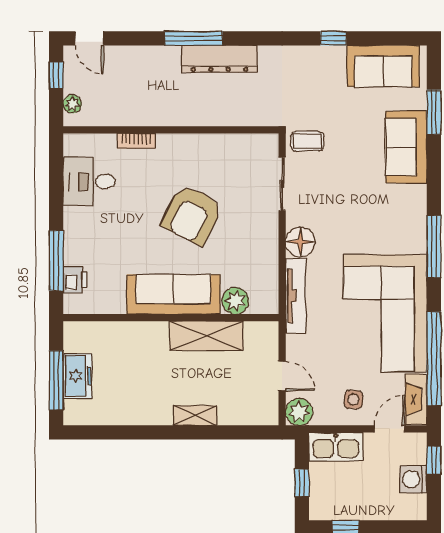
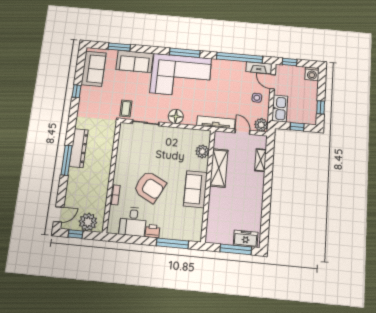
plant: (72, 104) -> (88, 222), width x1.87, depth x1.87
armchair: (192, 215) -> (150, 187), moved
printer: (75, 280) -> (152, 231), moved
sofa: (174, 294) -> (195, 189), width x0.73
tv unit: (296, 296) -> (216, 122), moved
corner sofa: (385, 313) -> (181, 76), moved
freezer: (78, 376) -> (246, 239), moved
door: (282, 376) -> (242, 132), hinge flipped
shelving: (195, 415) -> (261, 160), moved
washing machine: (413, 479) -> (312, 74), moved

